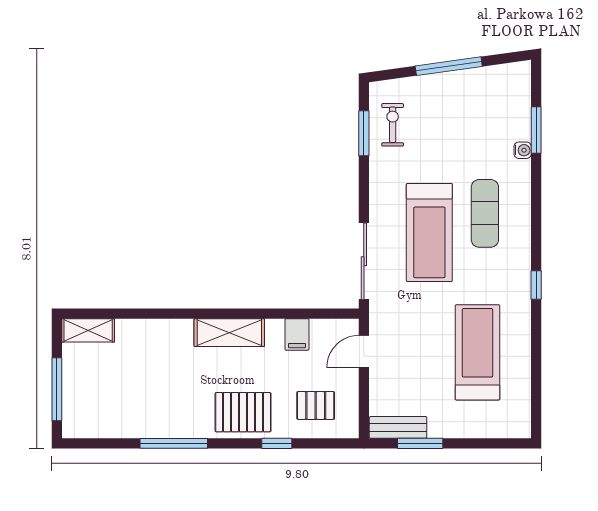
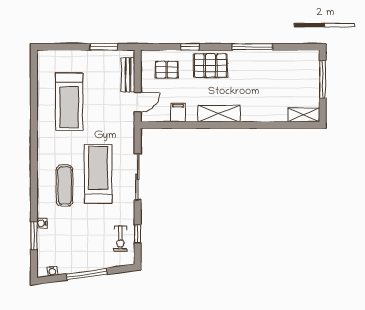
water cooler: (506, 71) -> (52, 271), added
window: (364, 133) -> (138, 234), width x0.67
sliding door: (364, 261) -> (138, 177), moved
window: (536, 285) -> (34, 142), removed
bench: (398, 427) -> (128, 75), moved, turned 90

